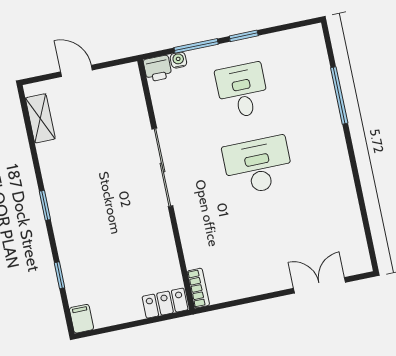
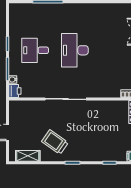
trolley: (77, 164) -> (55, 142), added

